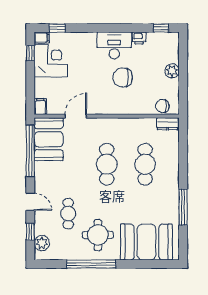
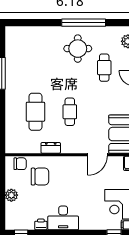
chair: (123, 77) -> (40, 177), moved
dresser: (168, 124) -> (51, 148), moved
cafe table: (107, 164) -> (70, 112), width x0.73, depth x0.74
booth: (146, 242) -> (34, 42), removed

